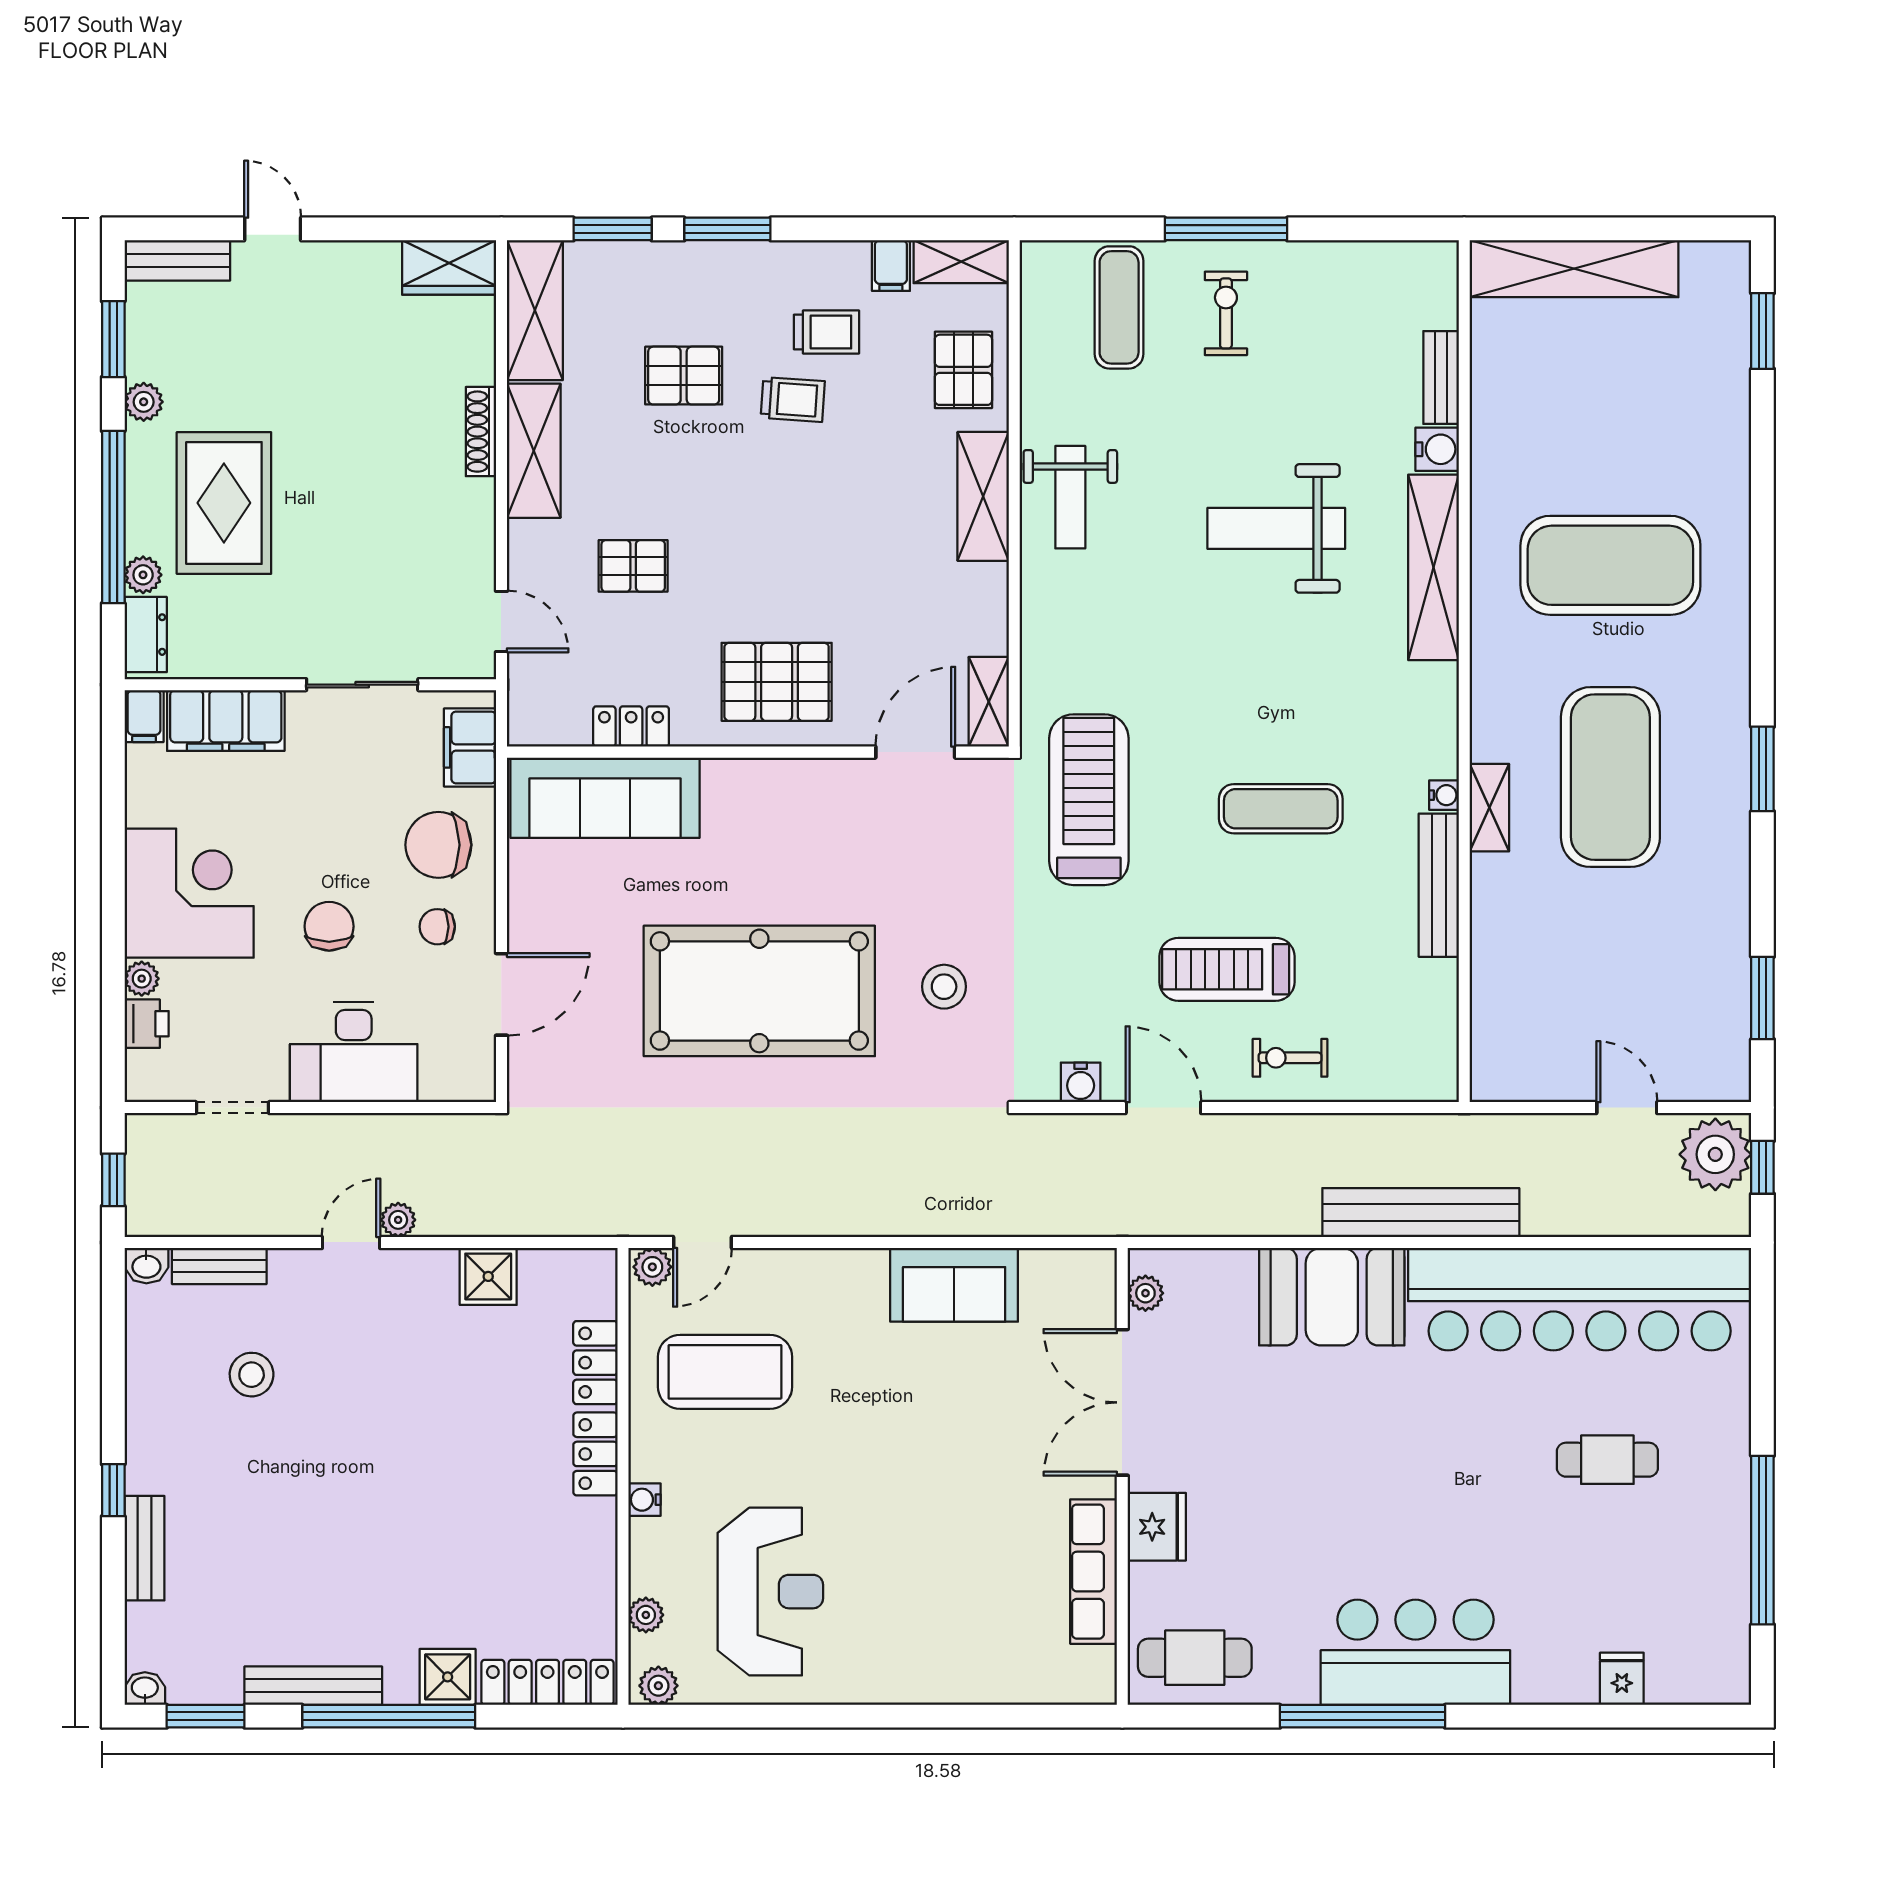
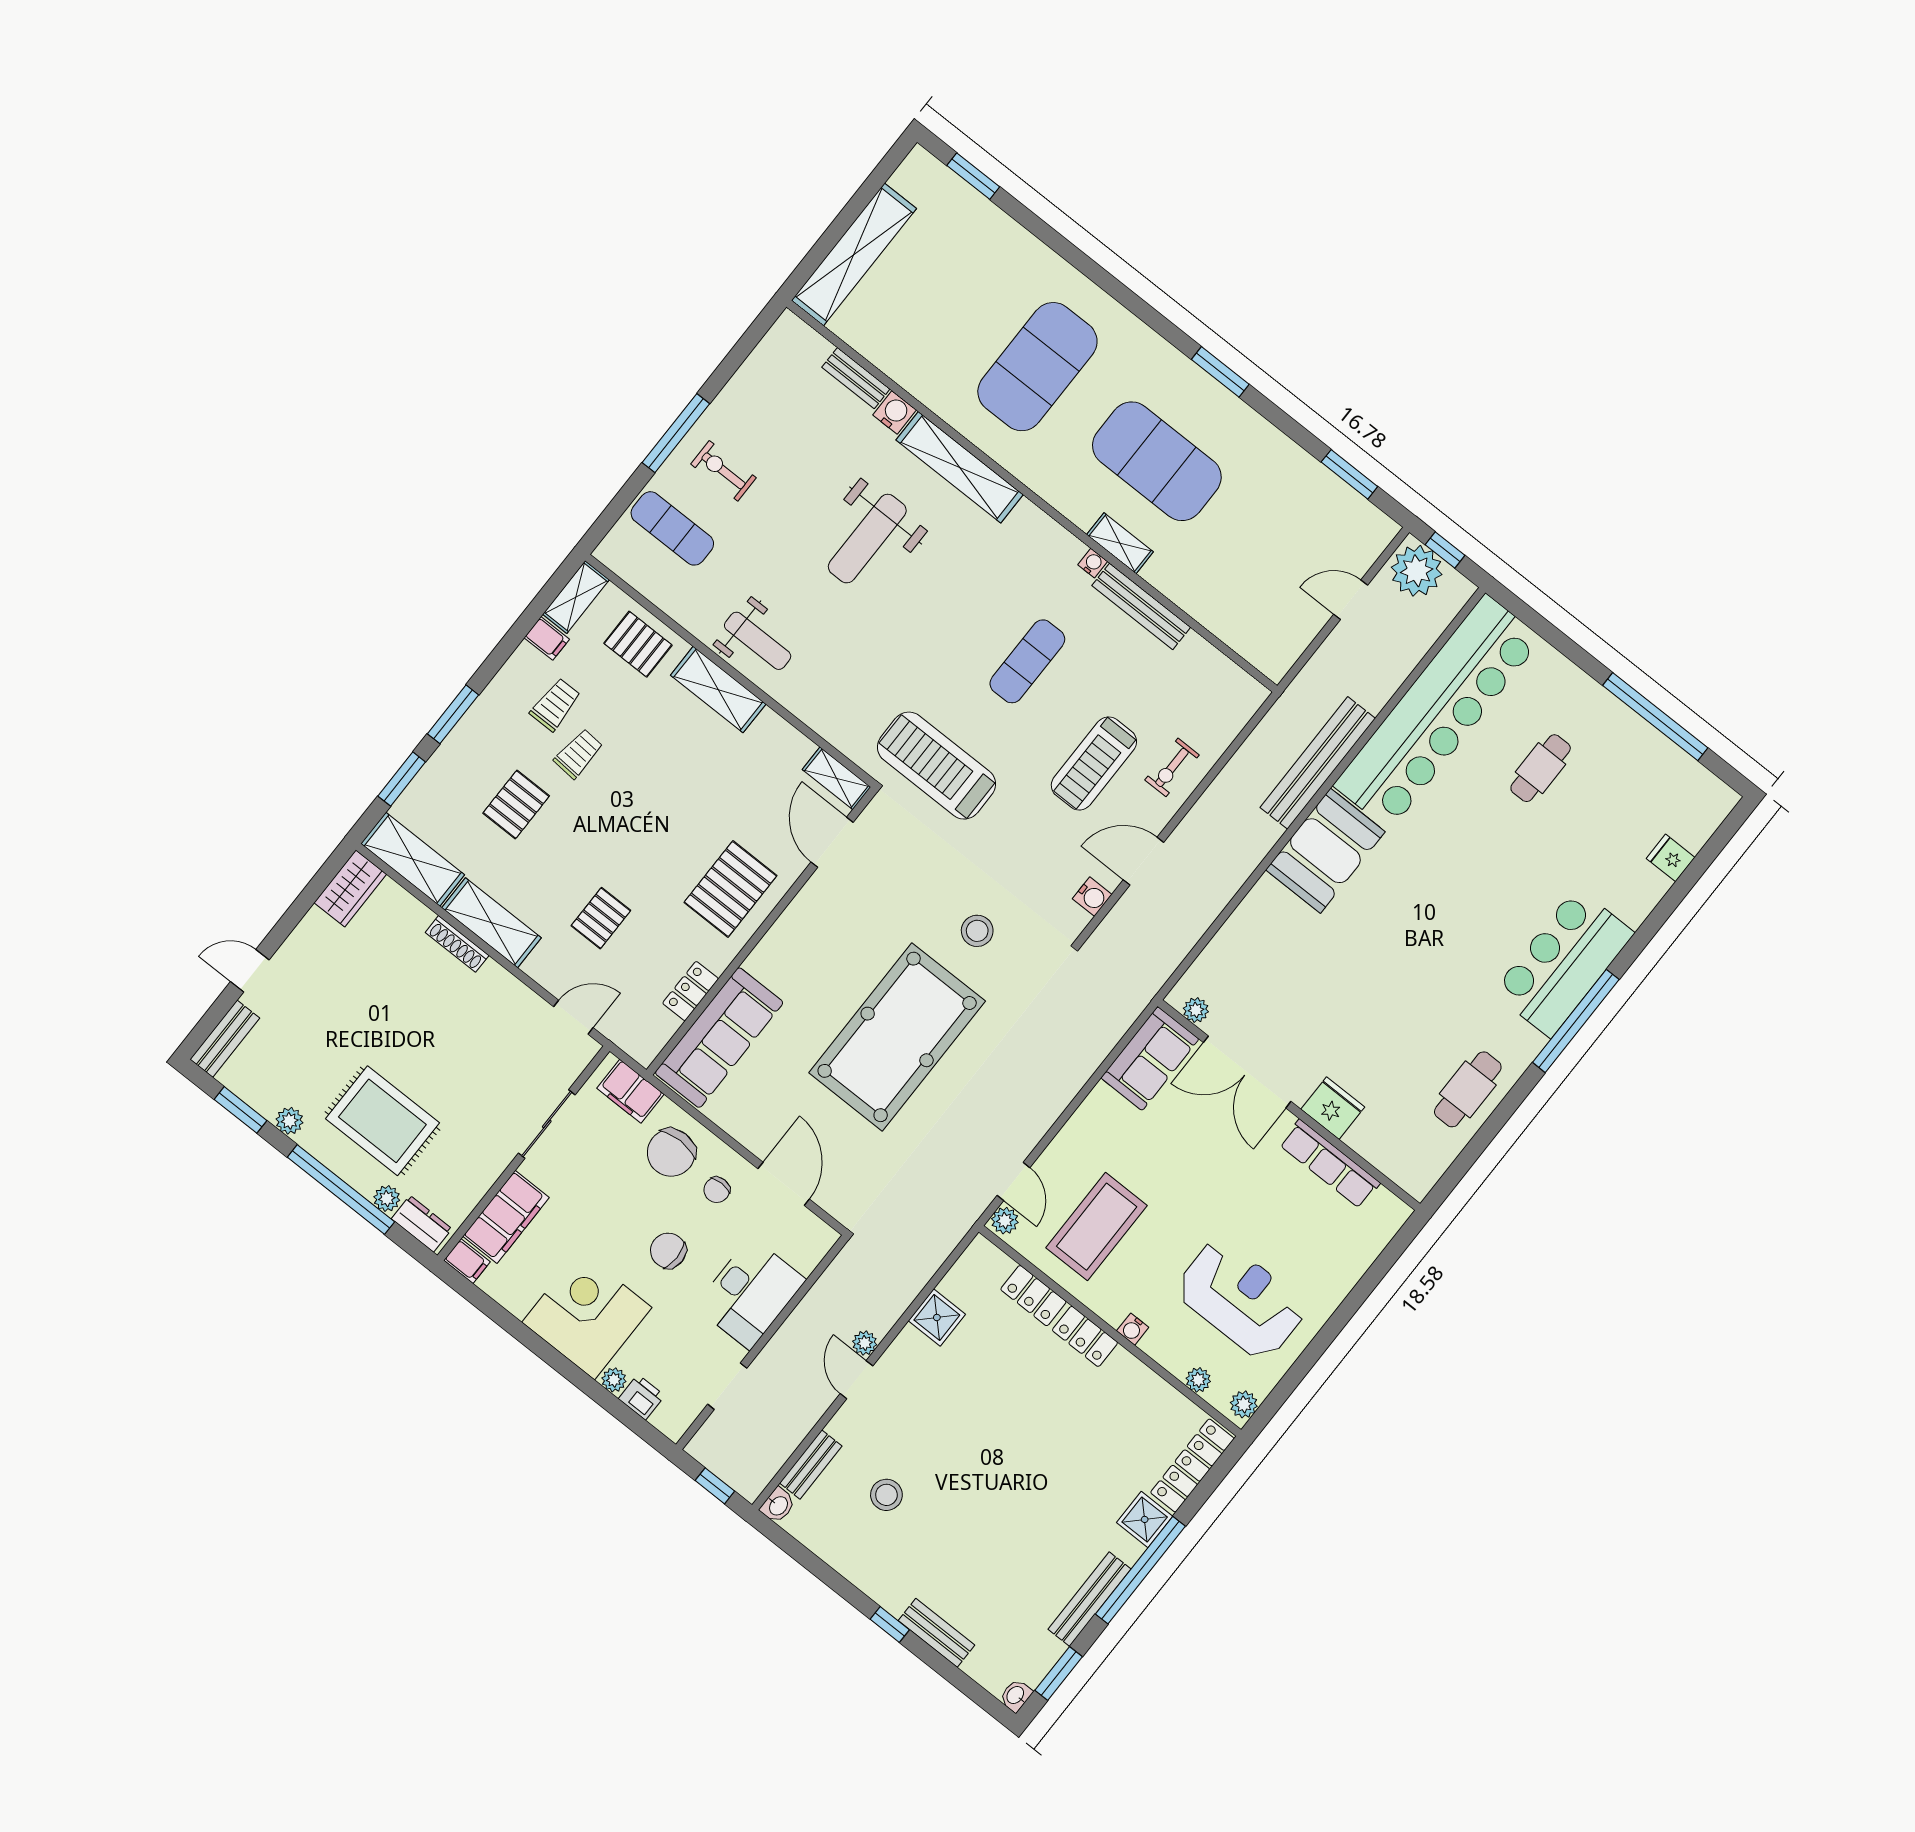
plant: (1145, 1293) -> (1196, 1010), moved
double door: (1122, 1402) -> (1247, 1072), moved
wall: (1122, 1476) -> (1289, 1105), moved
fridge: (1157, 1527) -> (1333, 1108), moved
row of seats: (1094, 1572) -> (1330, 1164), moved

